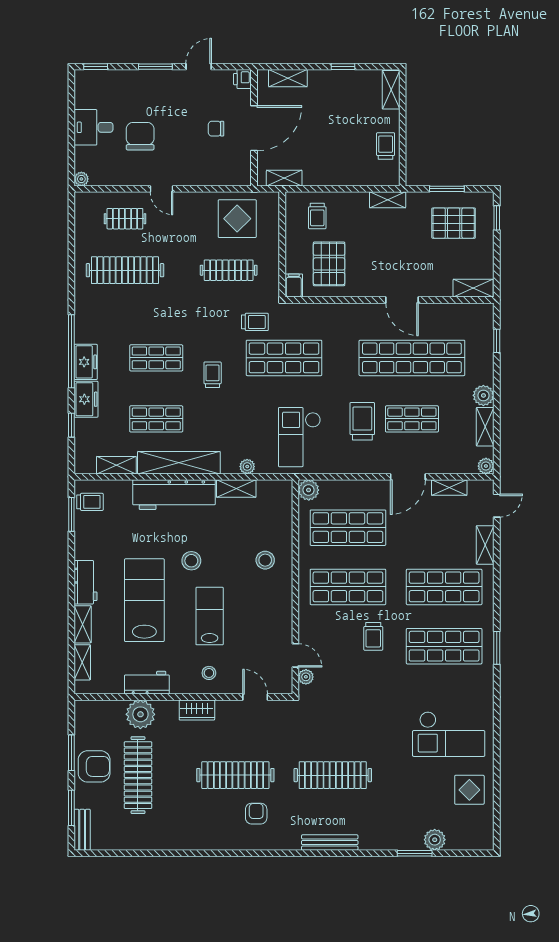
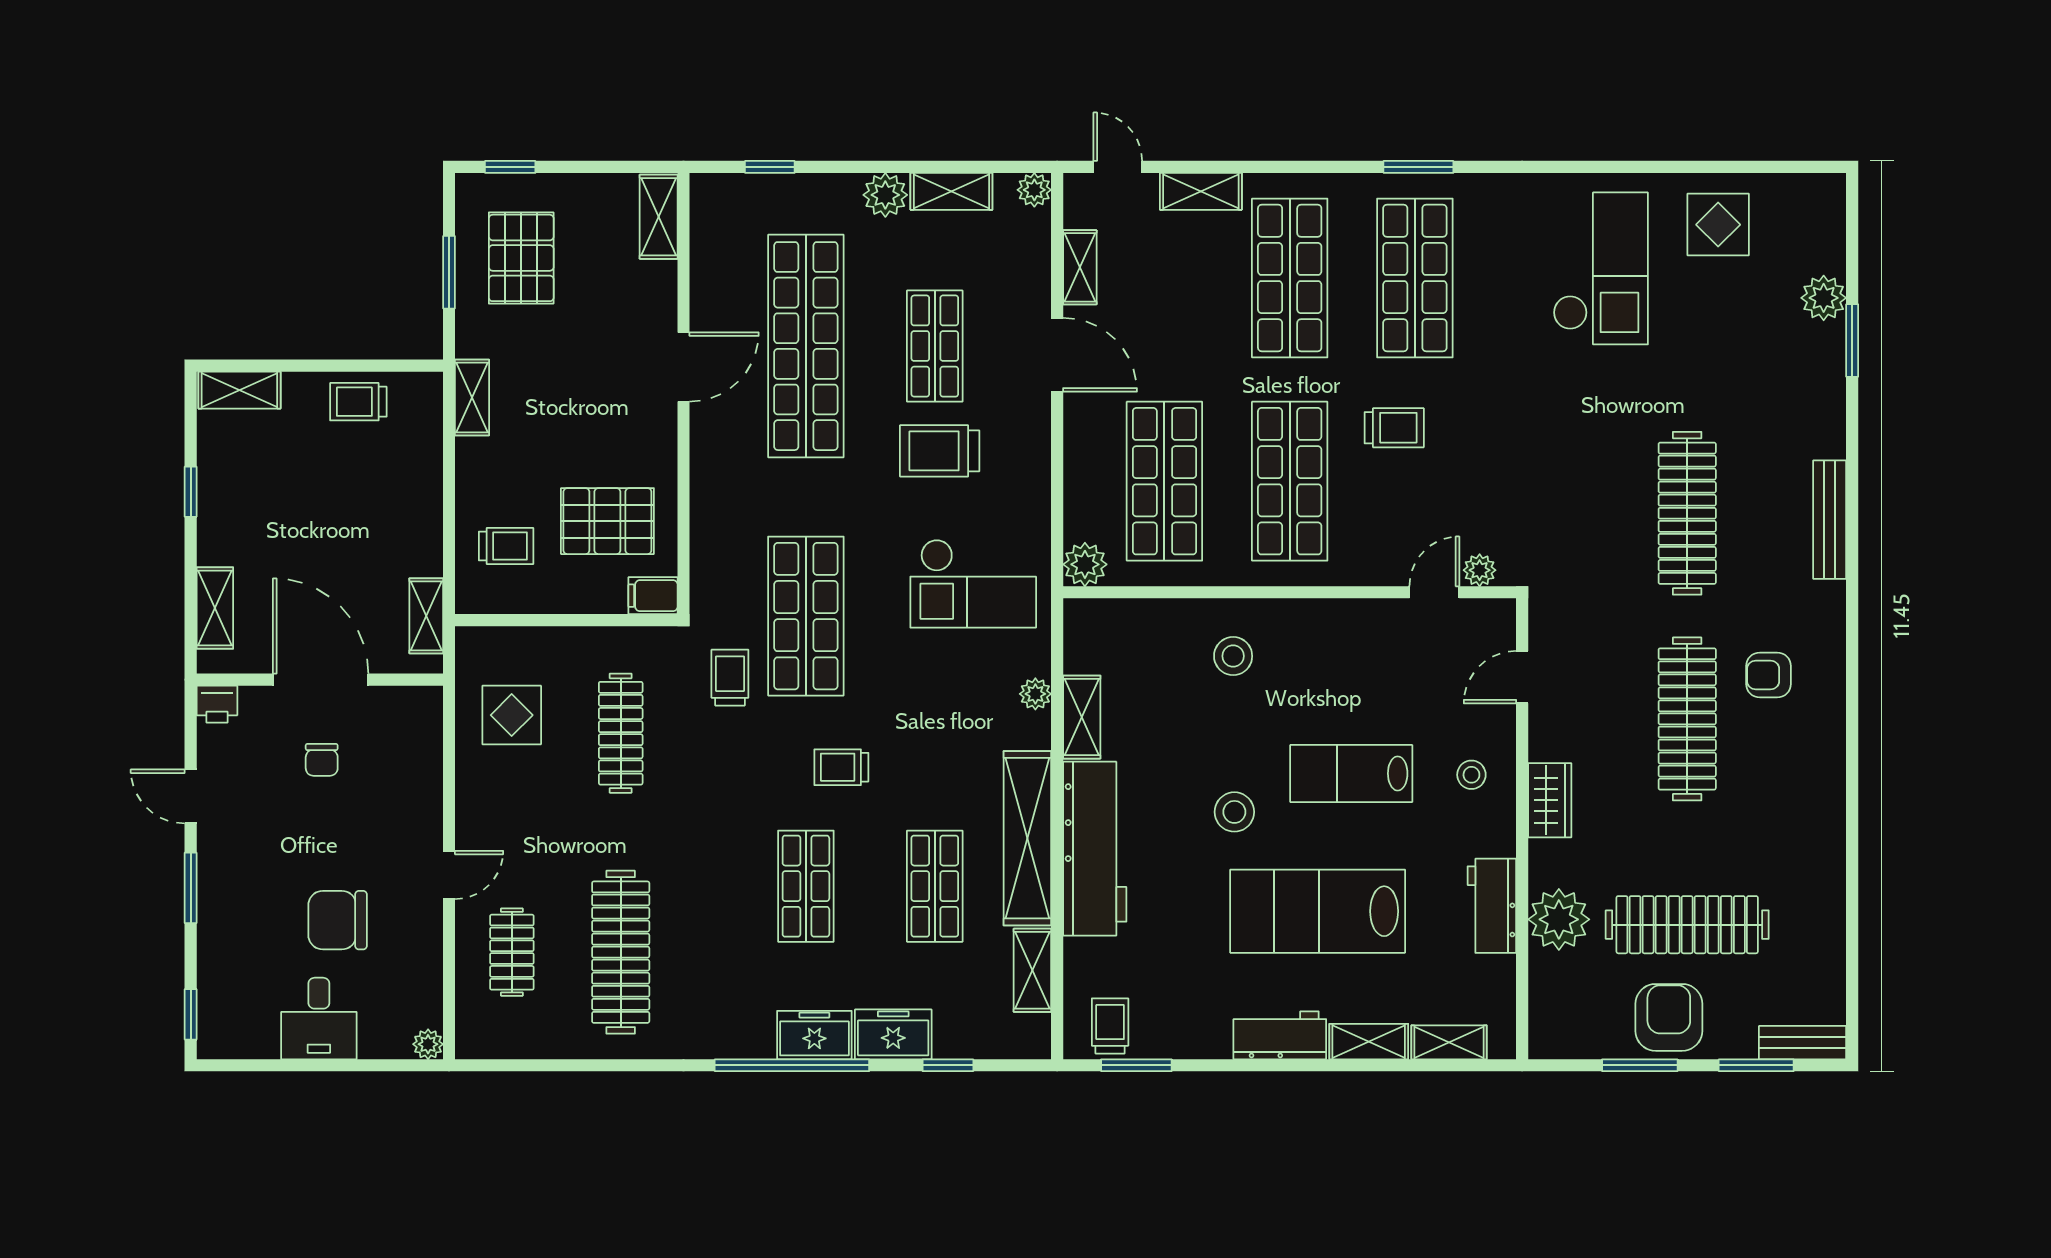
display table: (237, 219) -> (512, 715), width x0.73, depth x0.73

